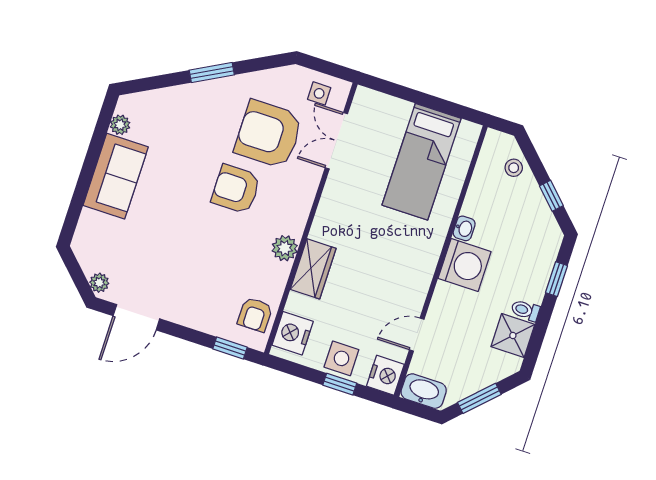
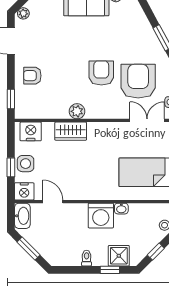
armchair: (255, 315) -> (32, 76), moved
shower: (513, 335) -> (119, 256), moved

